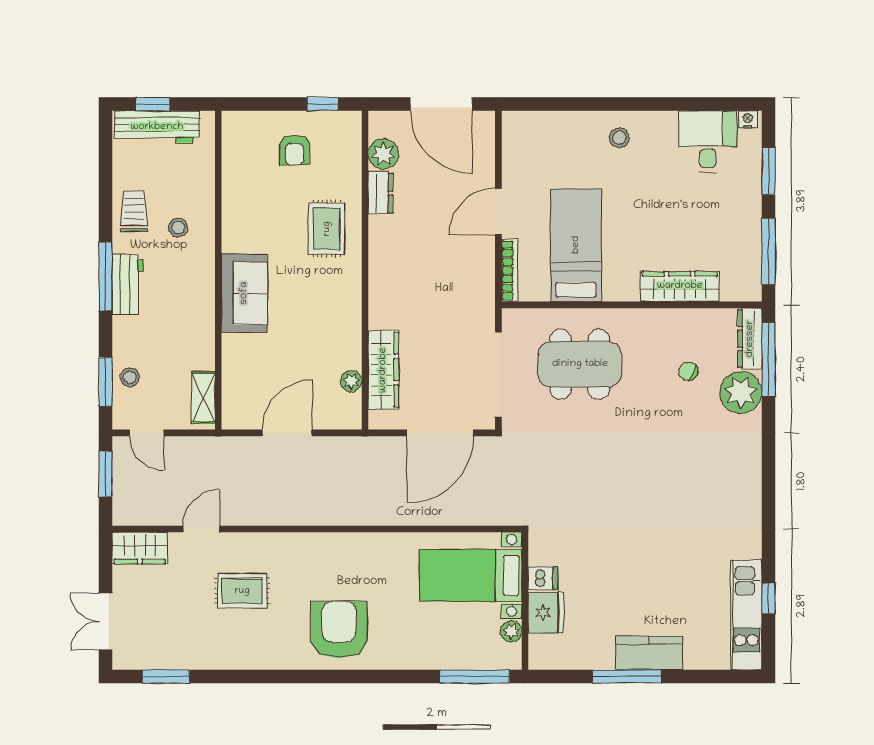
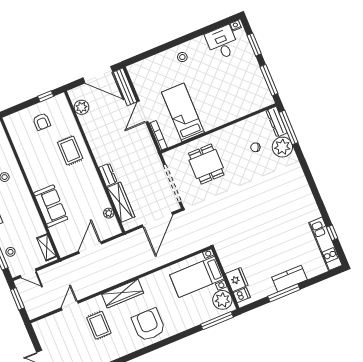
bench: (484, 149) -> (125, 87), added
dresser: (380, 193) -> (108, 175), moved
wardrobe: (680, 286) -> (236, 112), removed
sofa: (244, 293) -> (51, 206), moved
dining table: (580, 364) -> (206, 164), width x0.73
wardrobe: (140, 548) -> (123, 294), moved, width x1.50
dishwasher: (543, 578) -> (242, 295), moved
rug: (242, 591) -> (99, 325), turned 90
plant: (511, 631) -> (222, 300), width x1.87, depth x1.87

